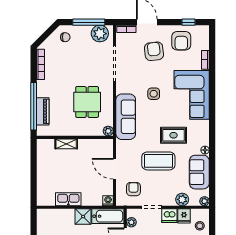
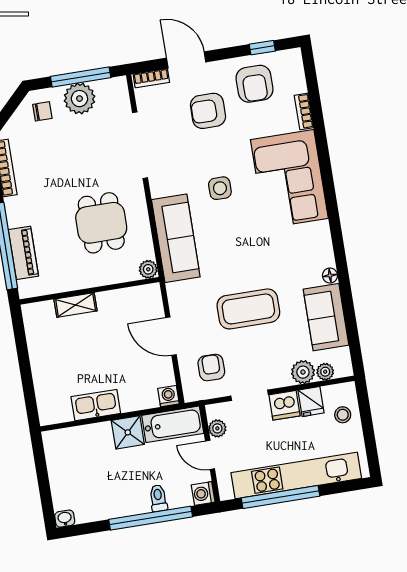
plant: (100, 34) -> (79, 99), moved
armchair: (154, 51) -> (208, 111), turned -83
rug: (173, 135) -> (268, 258), removed
plant: (204, 201) -> (325, 372), moved

